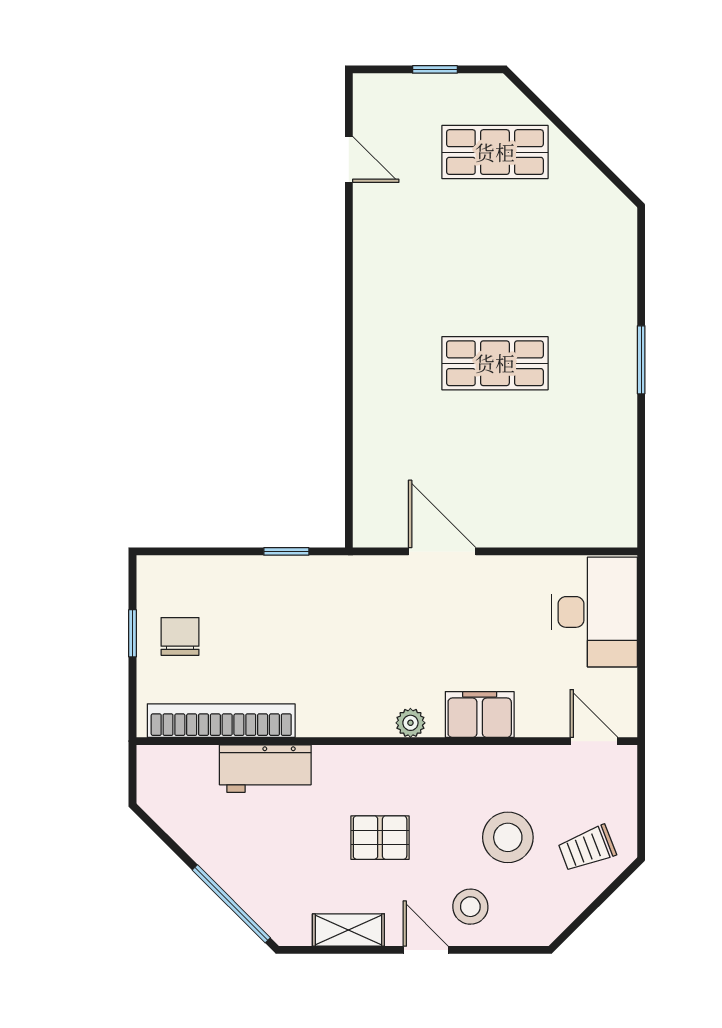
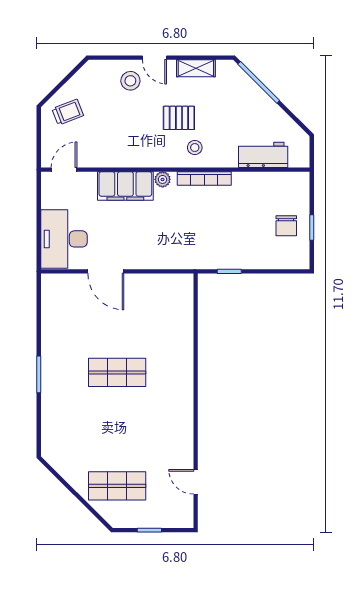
door: (442, 551) -> (106, 271), moved
filing cabinet: (480, 714) -> (125, 186), width x1.50, depth x1.17
bookcase: (221, 721) -> (204, 178), moved, width x0.68, depth x0.76
door: (594, 741) -> (64, 170), swing flipped
workbench: (265, 769) -> (263, 155), moved
stool: (508, 837) -> (195, 148), moved, width x0.53, depth x0.53

